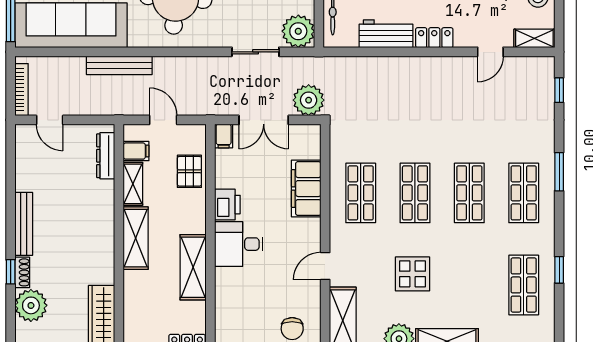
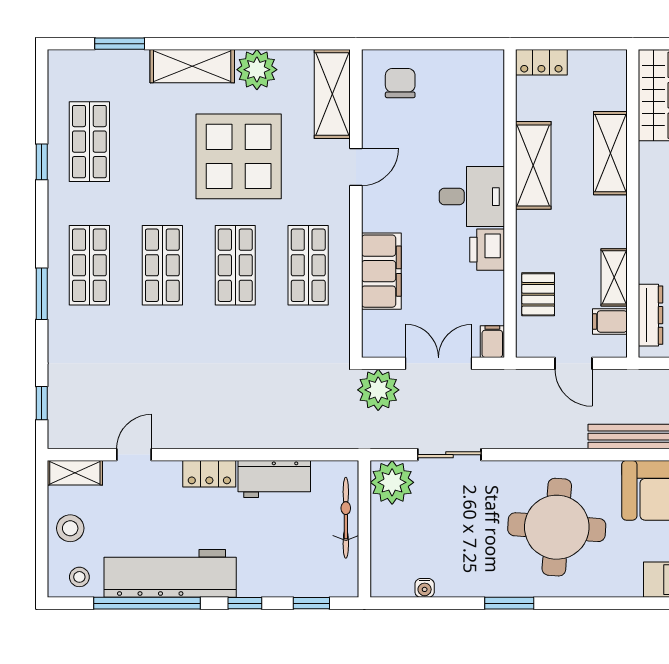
shelving: (136, 238) -> (610, 153), moved
display table: (413, 274) -> (239, 156), width x1.86, depth x1.86

